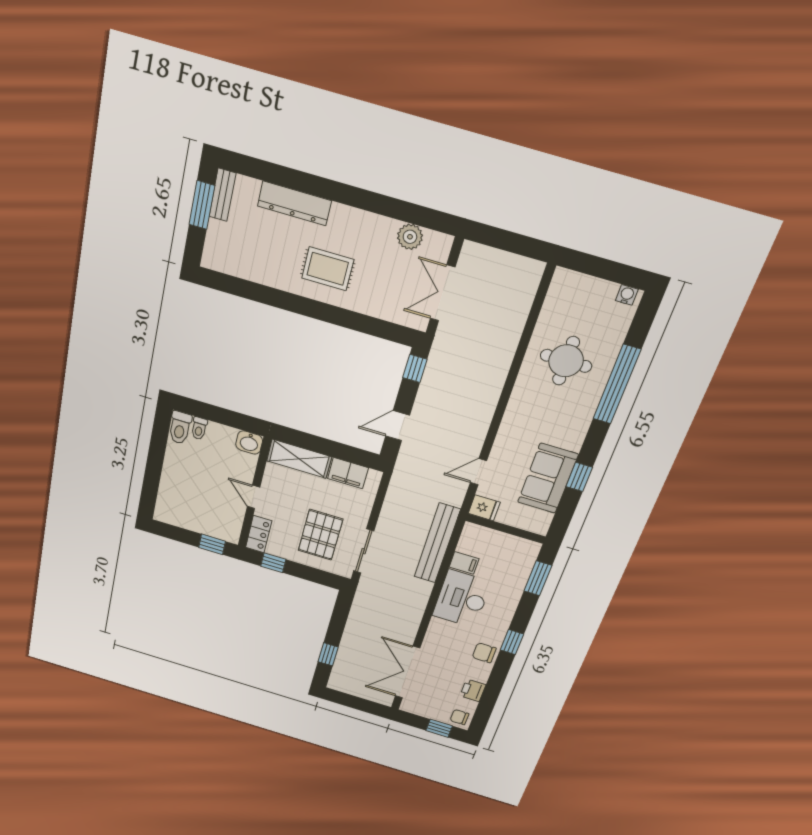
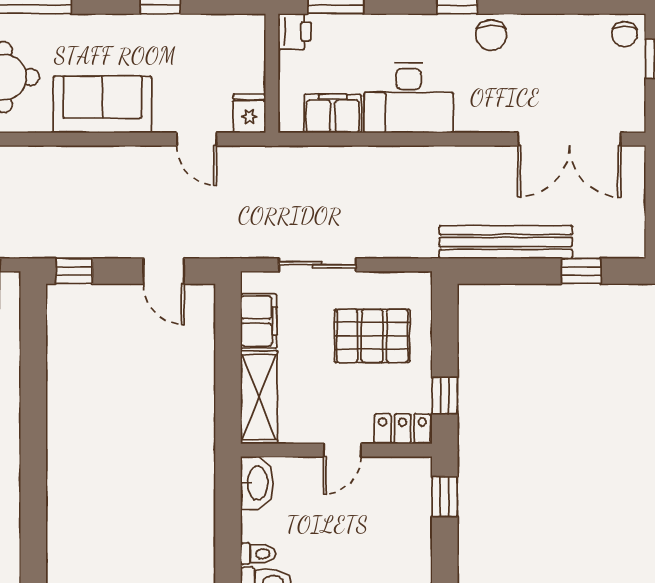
washbasin: (249, 442) -> (257, 483), width x1.38
sofa: (548, 478) -> (102, 104), moved, turned 180
bench: (437, 543) -> (506, 242), moved
sliding door: (364, 551) -> (317, 265), moved
filing cabinet: (464, 563) -> (333, 114), width x2.00
printer: (473, 690) -> (295, 32), moved, turned -90

